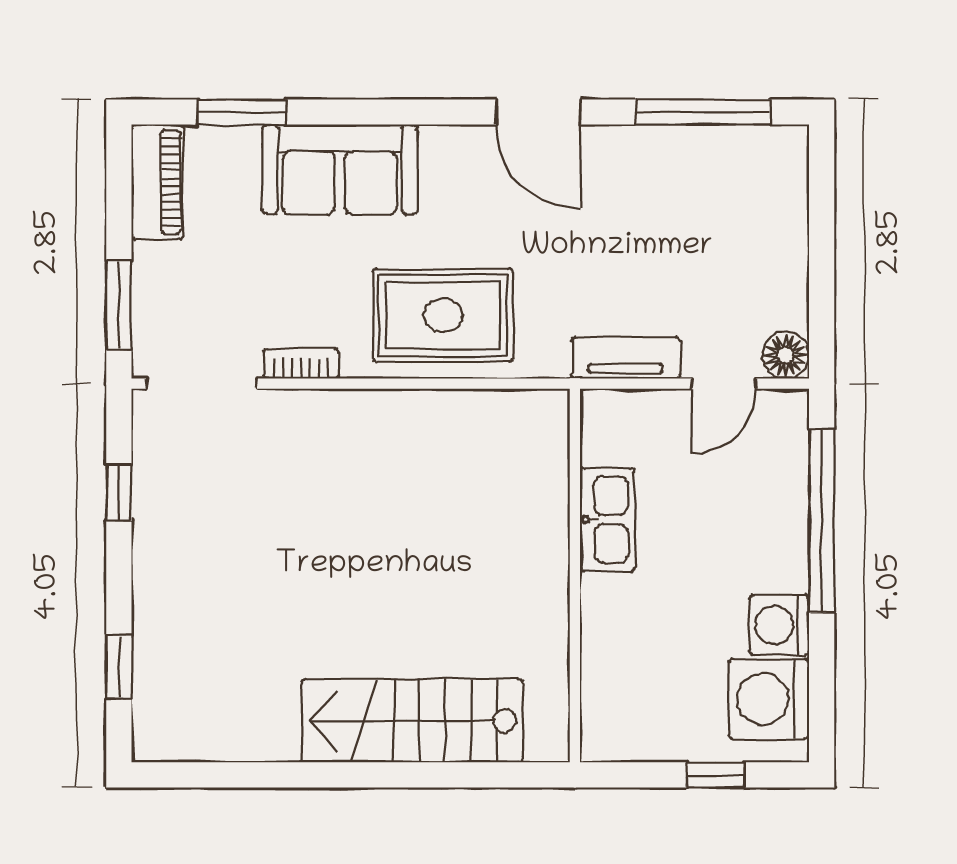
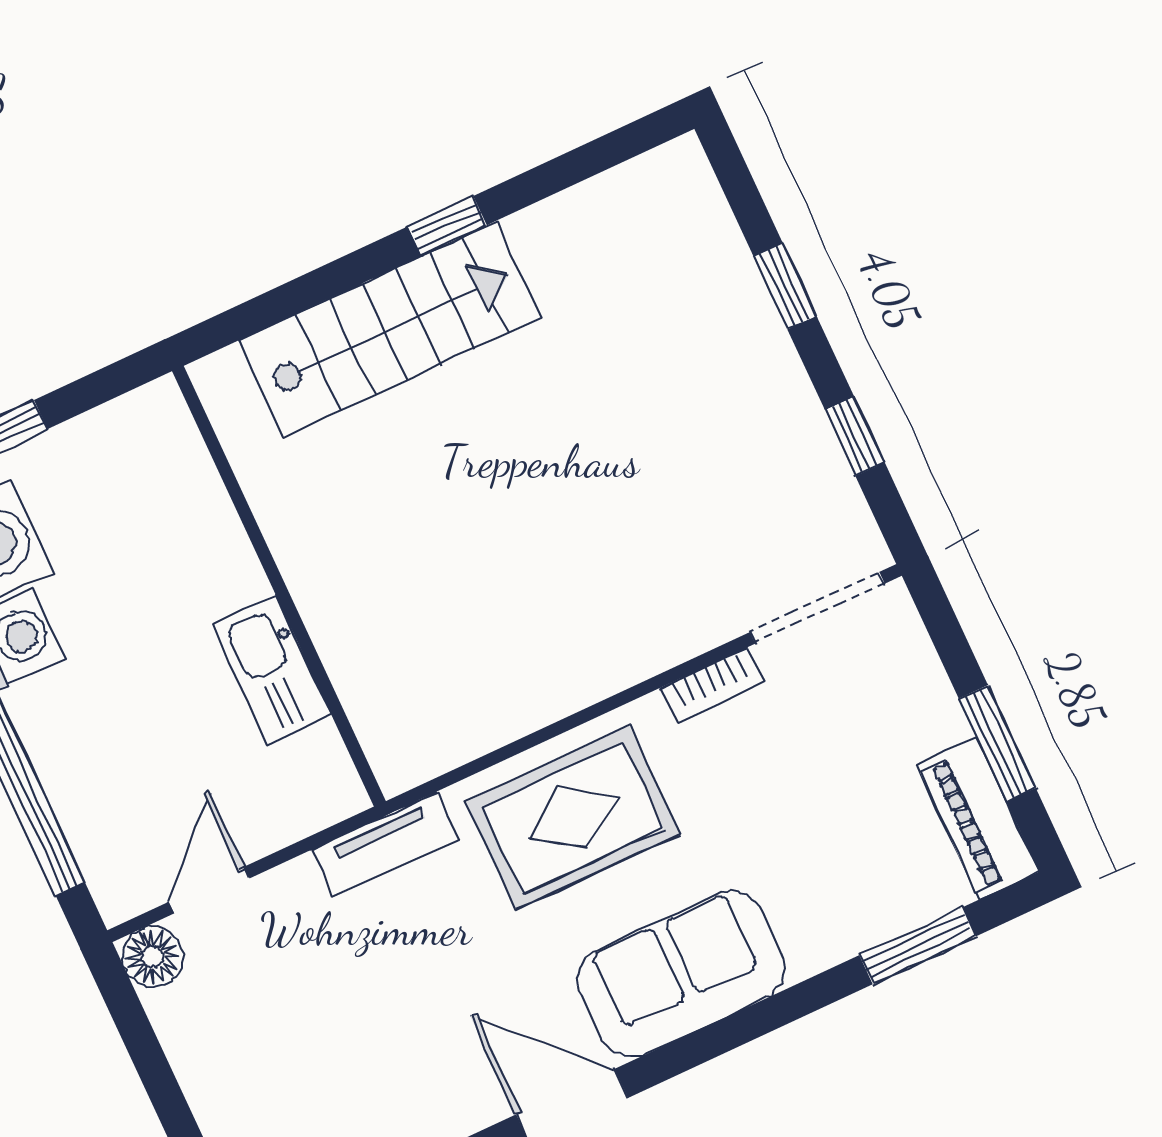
sofa: (340, 169) -> (681, 974), moved
window: (119, 305) -> (997, 743), moved
tv unit: (626, 358) -> (385, 845), moved
window: (119, 667) -> (785, 286), moved
window: (338, 775) -> (447, 226), added

